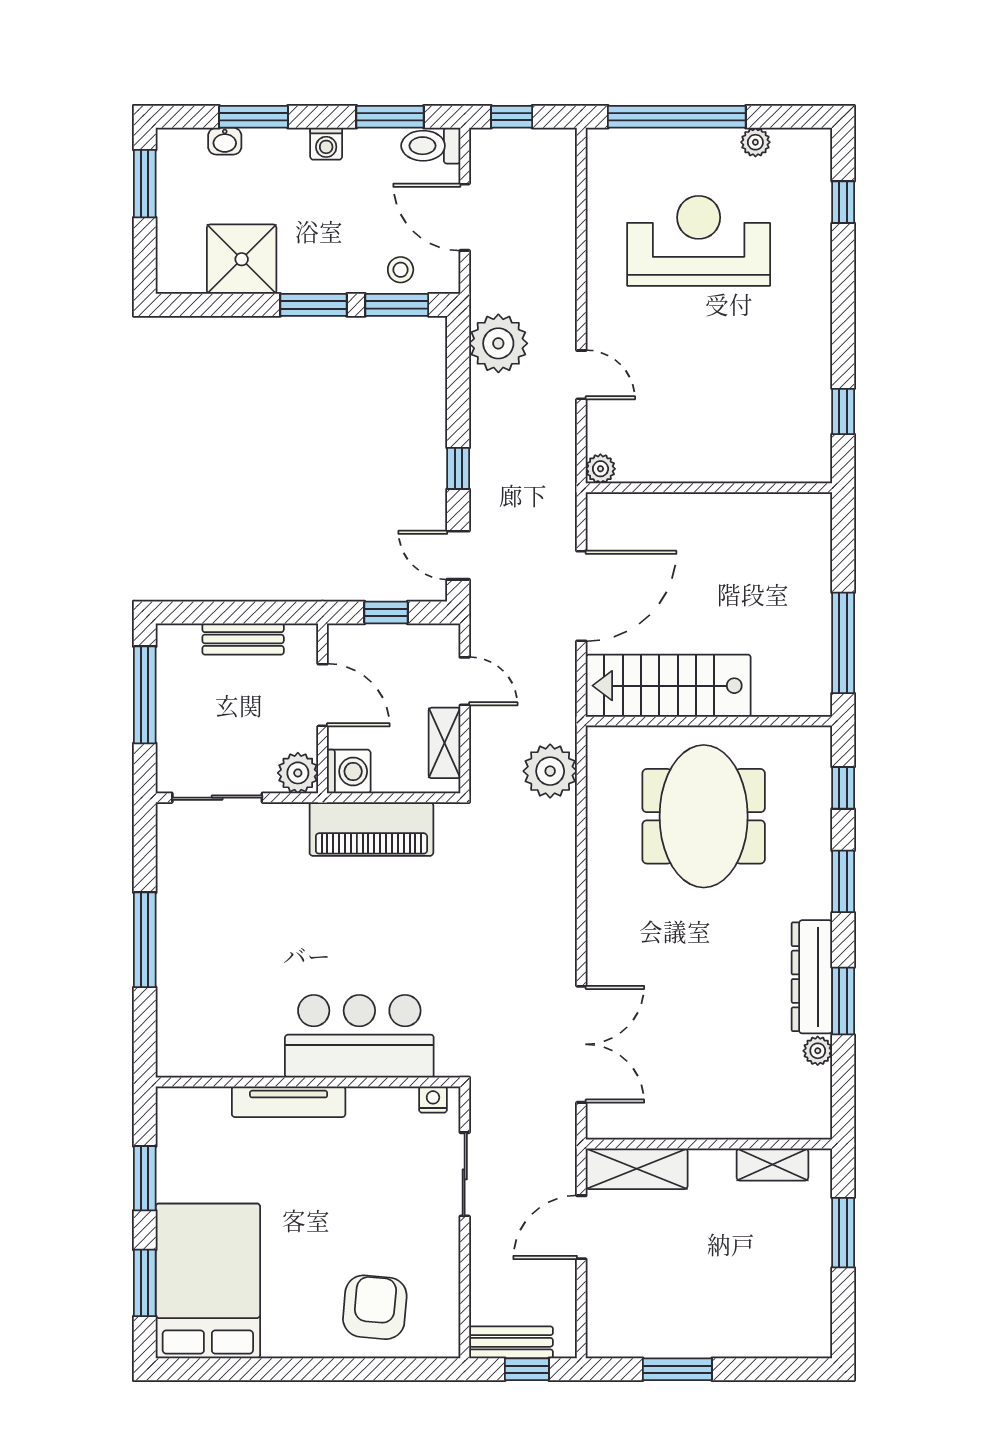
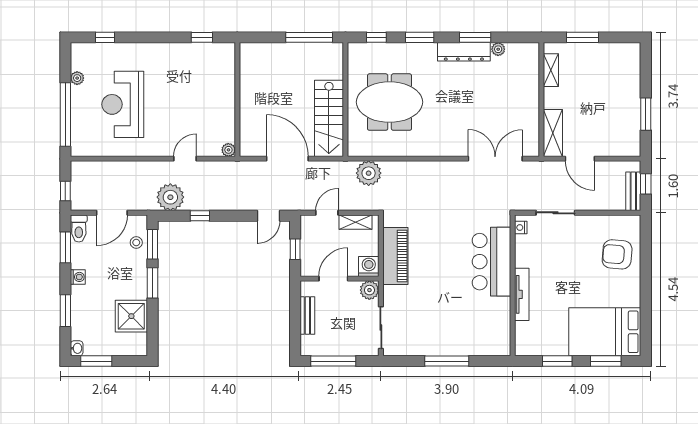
washbasin: (225, 141) -> (77, 348), moved
window: (458, 468) -> (200, 216), moved

